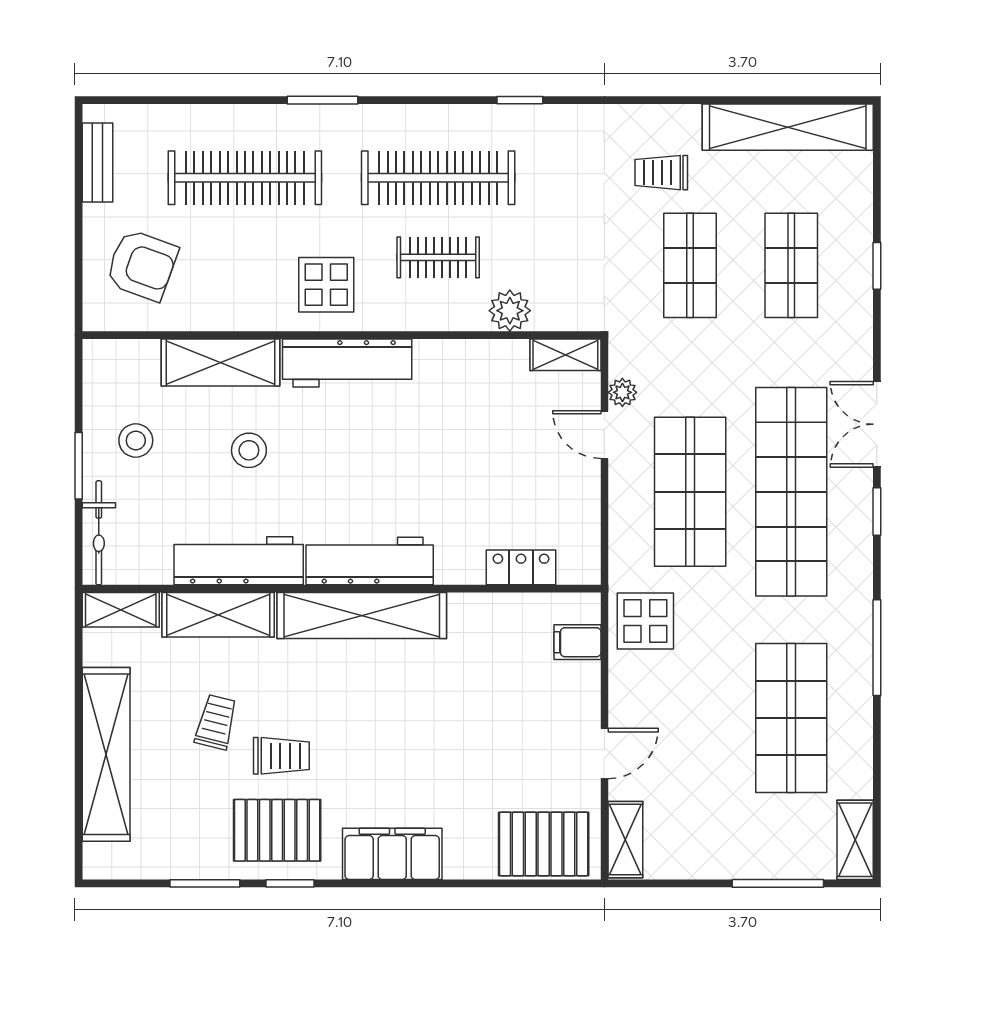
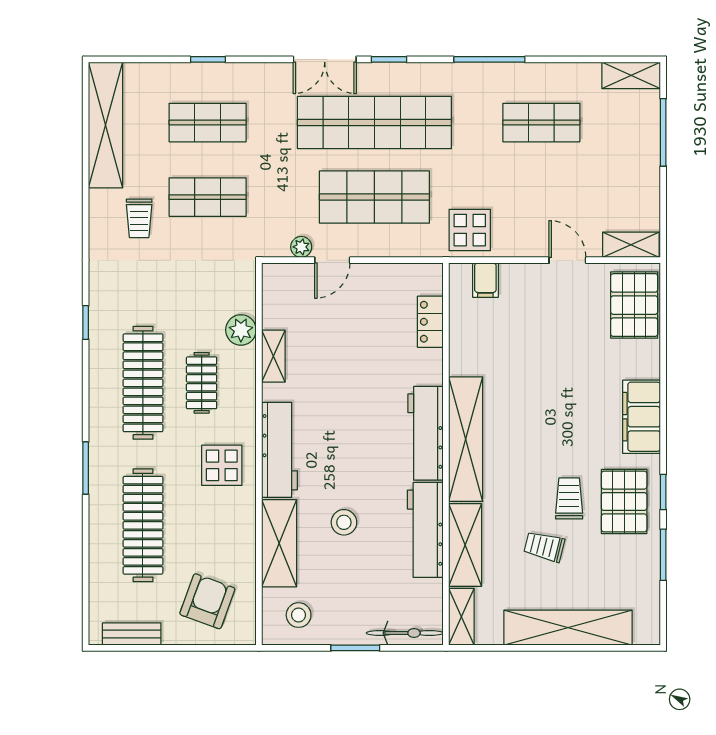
shelving: (565, 355) -> (273, 356), moved
stool: (136, 441) -> (299, 615), moved
shop shelf: (791, 718) -> (541, 123), width x0.70, depth x0.74

